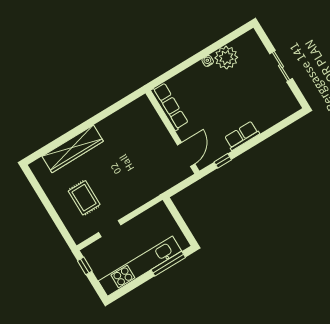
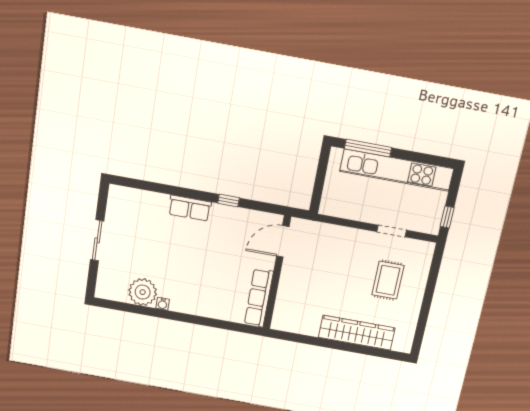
row of seats: (169, 107) -> (259, 298), moved
wall: (172, 132) -> (277, 273), moved
door: (186, 154) -> (283, 241), moved

